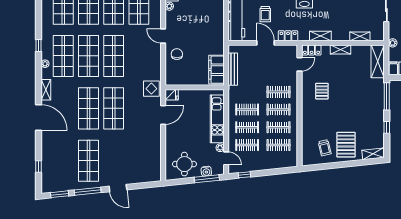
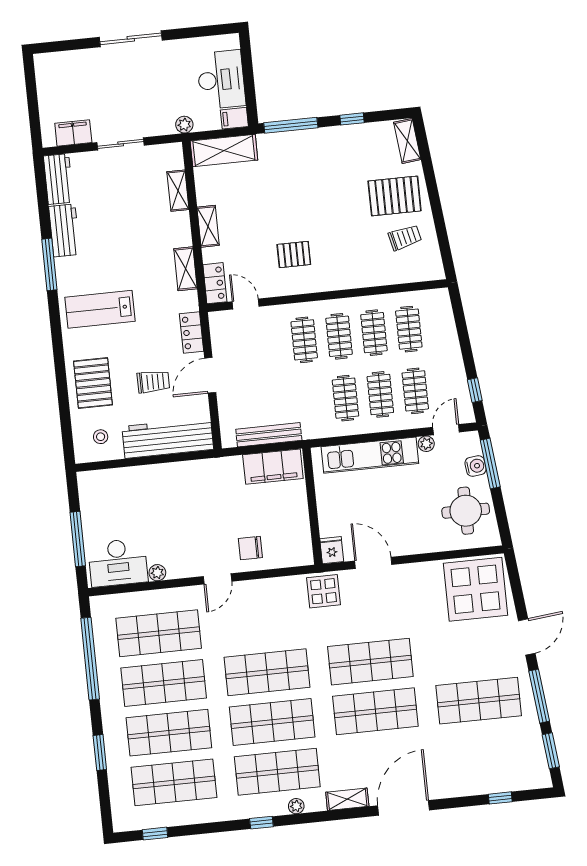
display table: (145, 165) -> (476, 589), added

